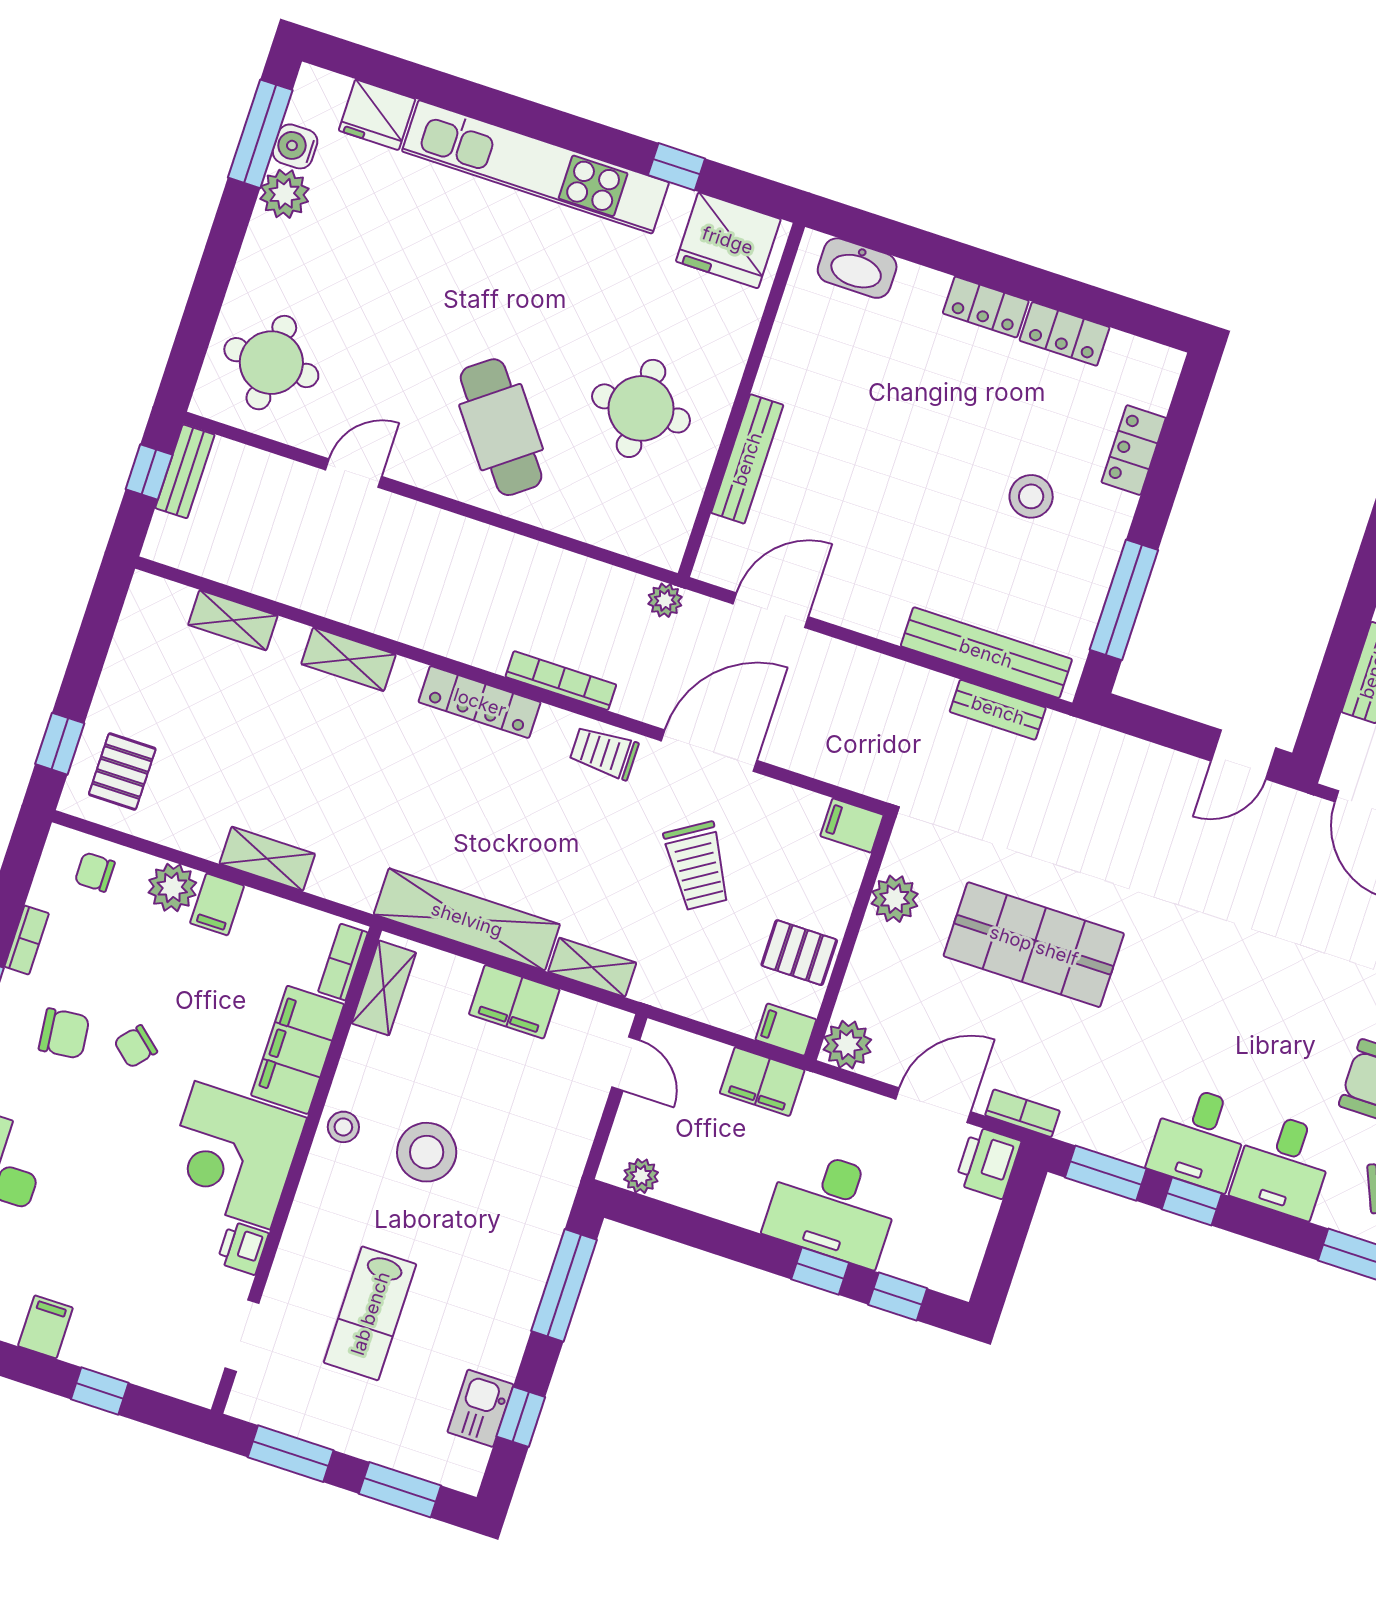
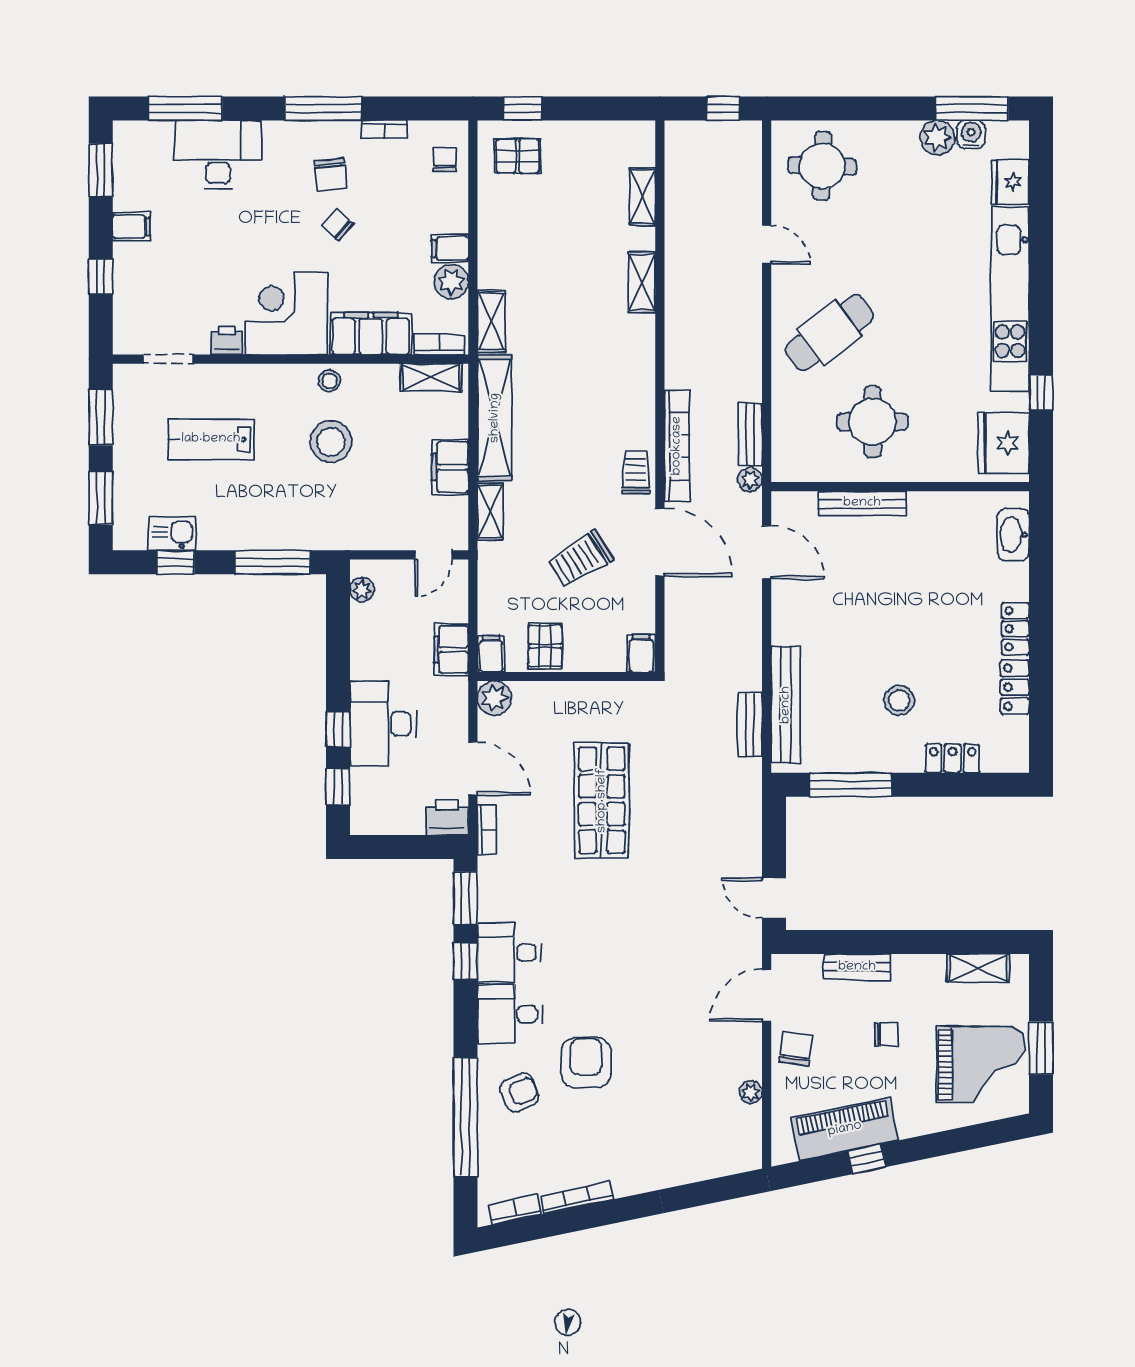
bench: (185, 471) -> (750, 434), moved, turned 90
bookcase: (561, 681) -> (677, 446), width x1.48, depth x1.31
locker: (480, 702) -> (642, 379), removed
shelving: (267, 859) -> (491, 321), moved
plant: (172, 888) -> (451, 282), moved
plant: (895, 899) -> (602, 698), removed

